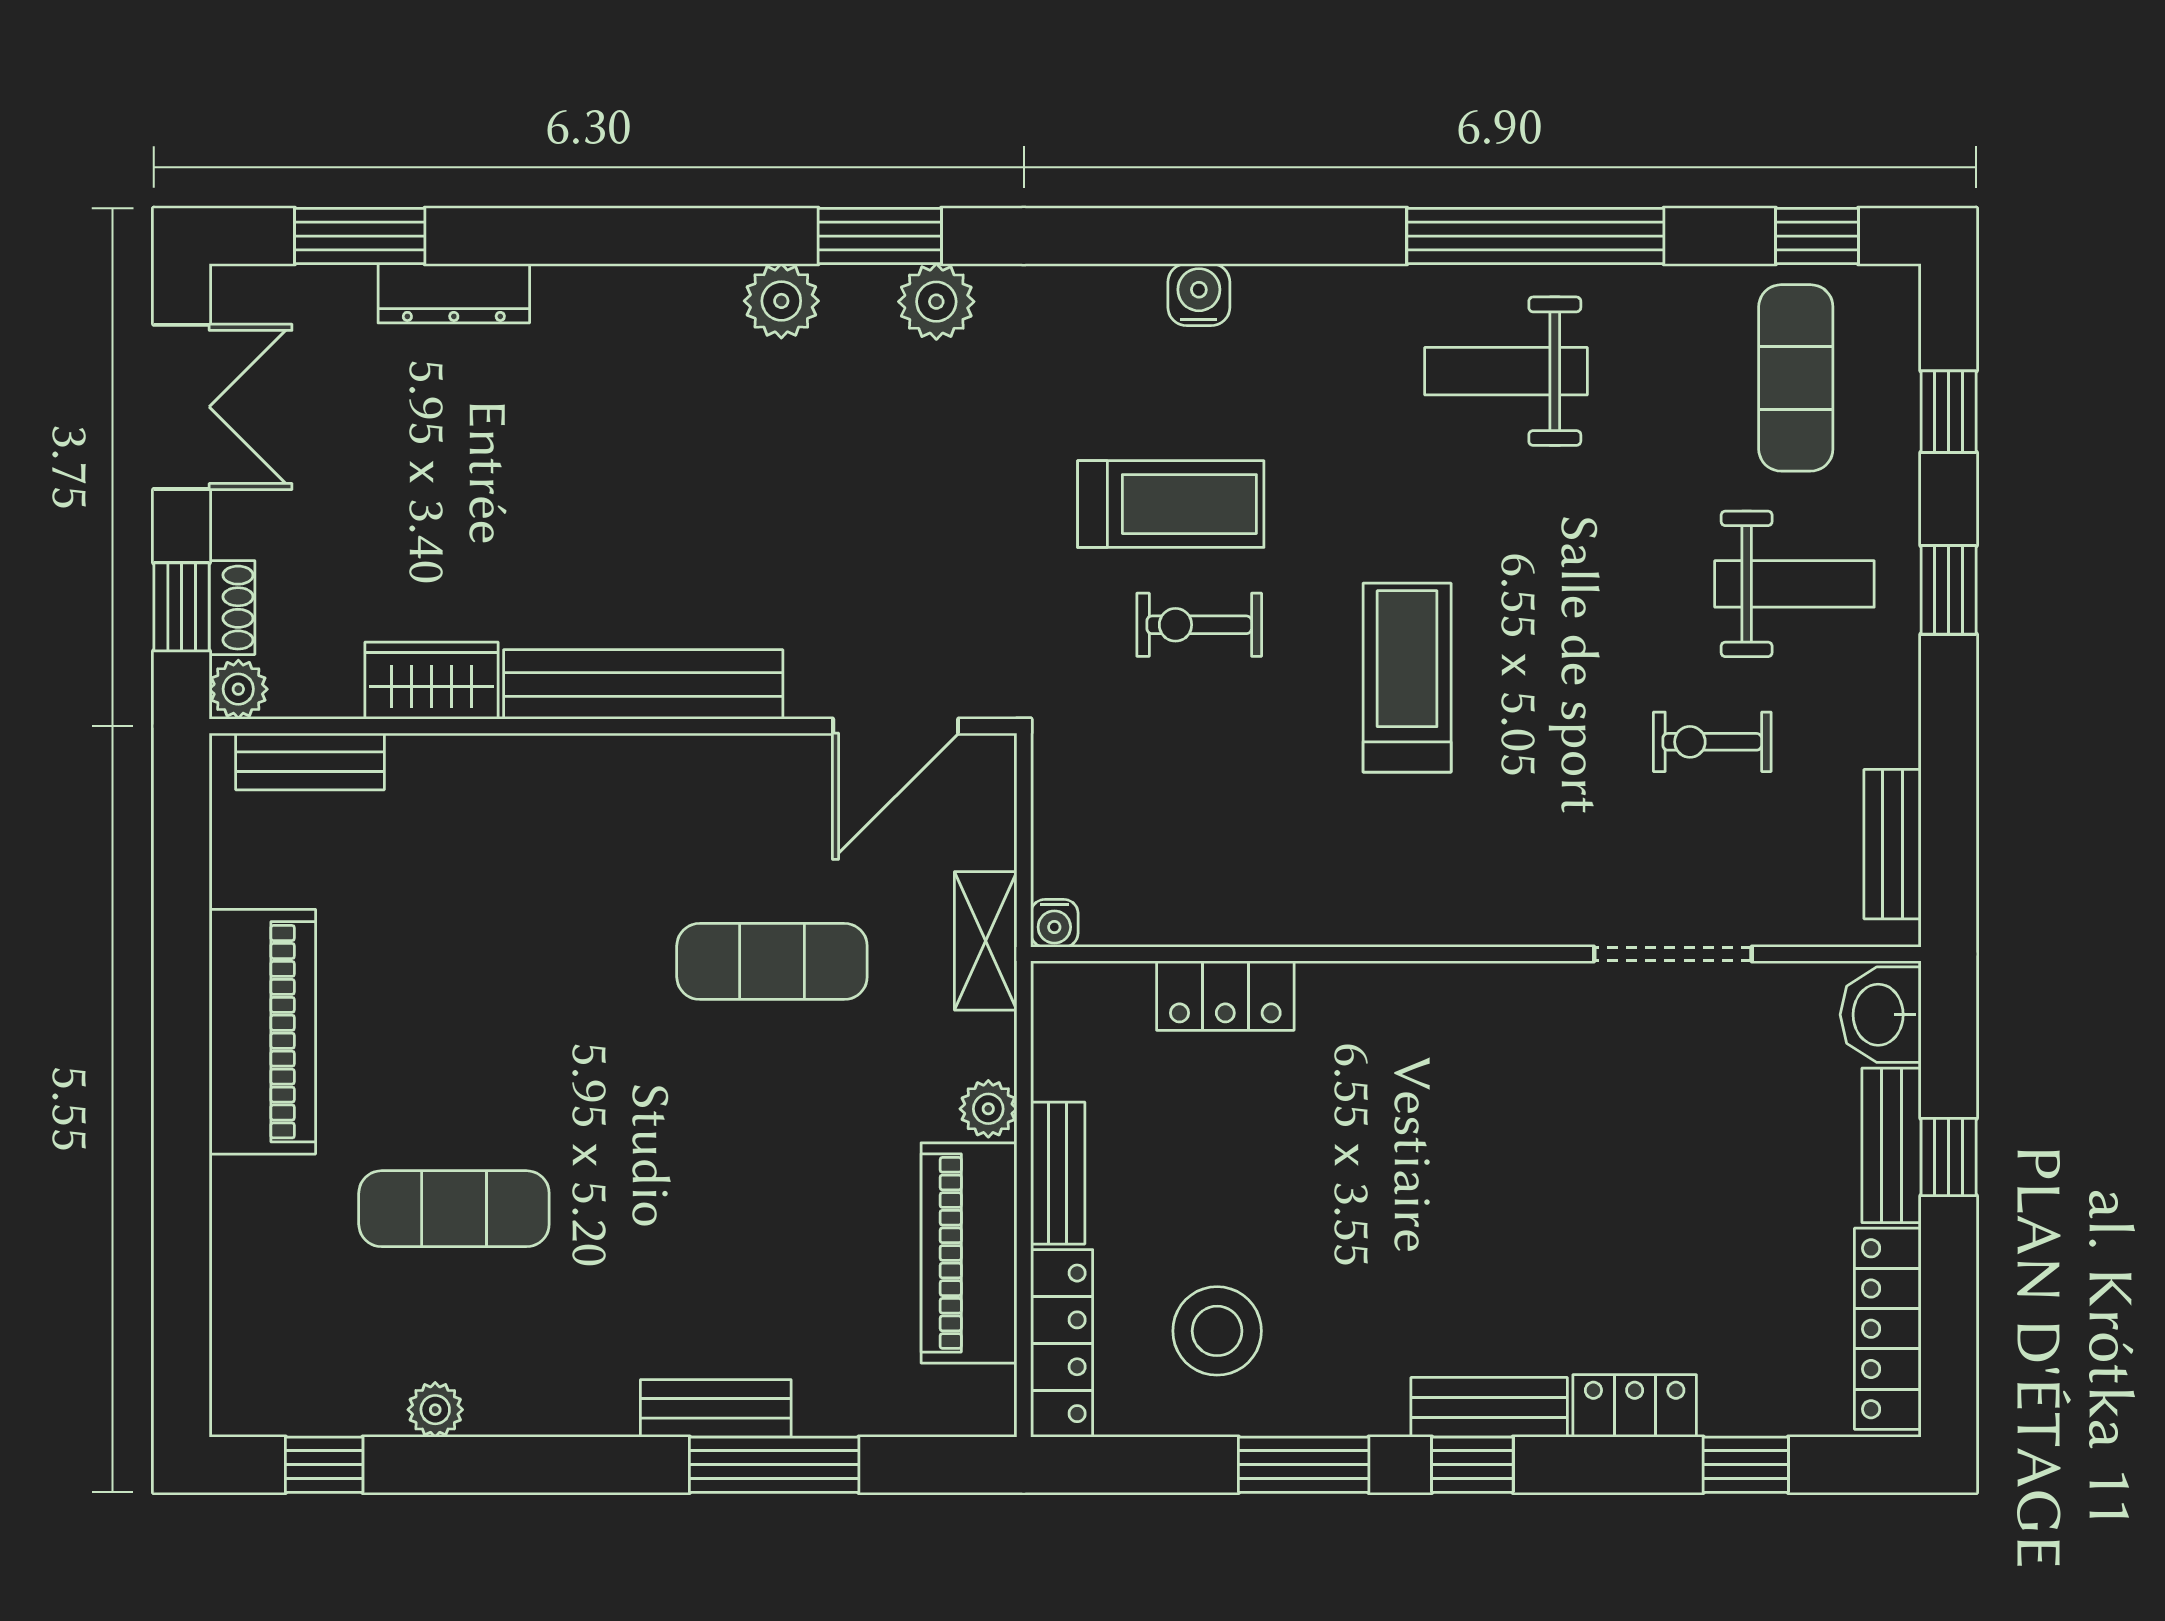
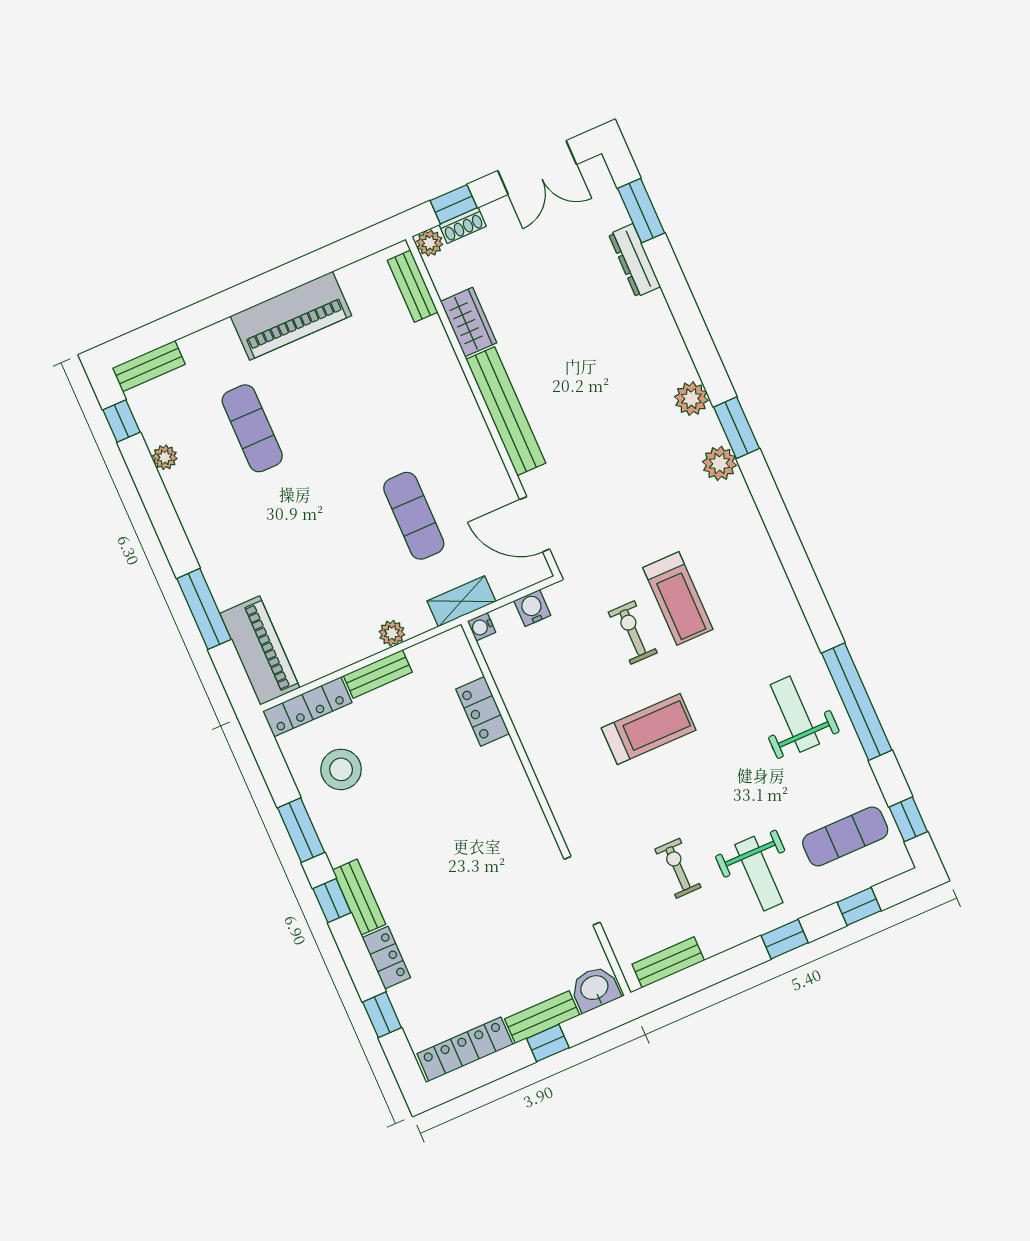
water cooler: (1199, 295) -> (532, 608), moved, turned -90
piano: (969, 1253) -> (260, 650), moved, turned 90
bench: (716, 1408) -> (149, 366), moved, turned 90

